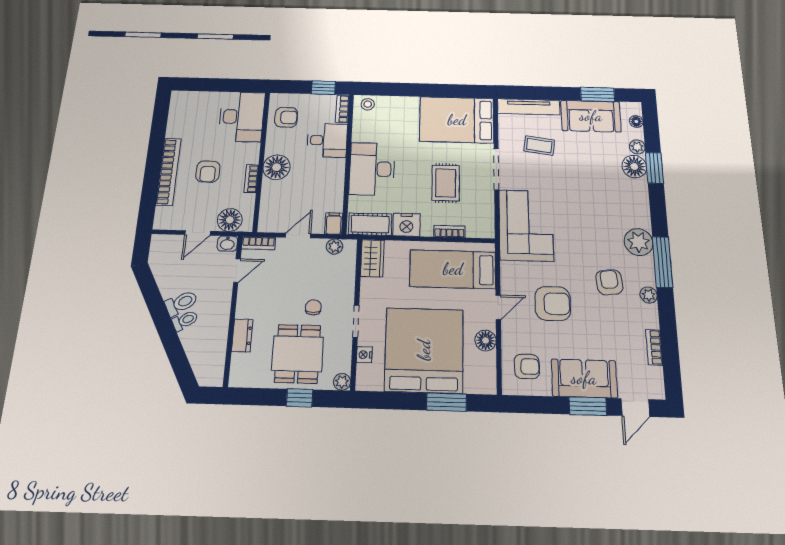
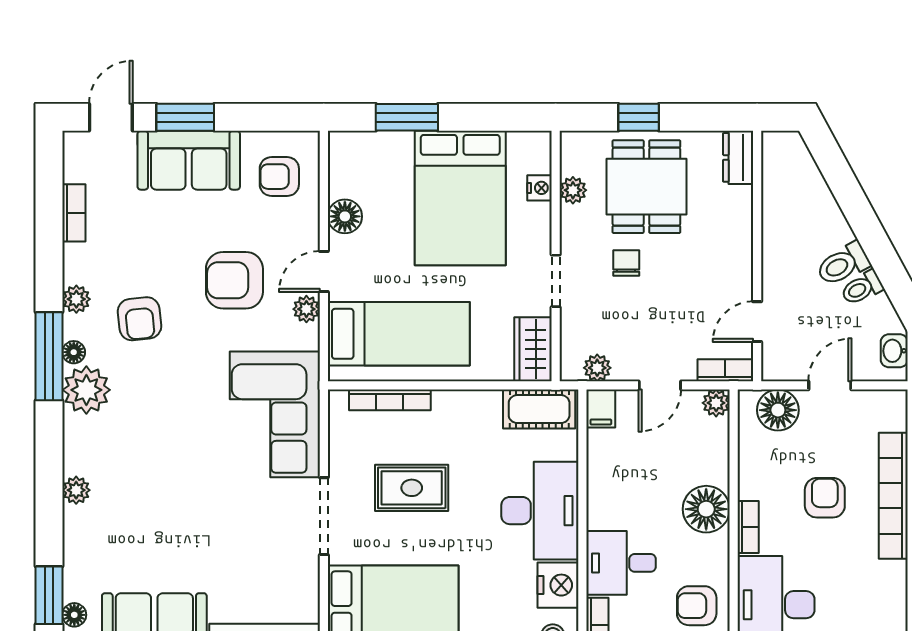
coffee table: (539, 146) -> (248, 563), removed
plant: (637, 147) -> (76, 490), moved
floor lamp: (634, 167) -> (74, 352), moved, width x0.53, depth x0.53
window: (654, 168) -> (49, 595), moved
bookcase: (251, 179) -> (748, 527), moved
rug: (446, 183) -> (412, 488), turned 90
plant: (266, 225) -> (716, 403), added
nightstand: (406, 225) -> (558, 585), moved, turned 90
bookcase: (449, 231) -> (390, 400), width x1.56
washbasin: (227, 244) -> (894, 351), moved, turned -90
plant: (508, 285) -> (306, 309), added
chair: (313, 307) -> (626, 263), turned 180
toilet: (185, 320) -> (862, 288), moved
doorway: (356, 321) -> (556, 281), moved
dresser: (242, 336) -> (738, 157), moved
bed: (424, 350) -> (460, 198), width x0.73
plant: (342, 382) -> (573, 190), moved

